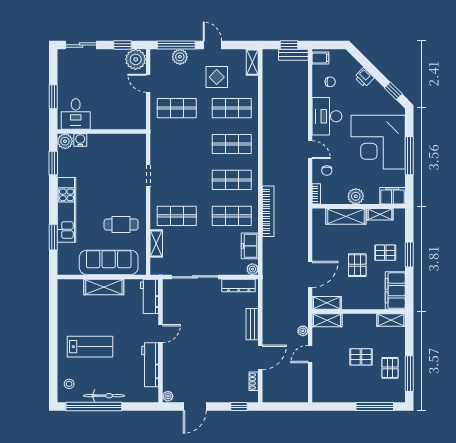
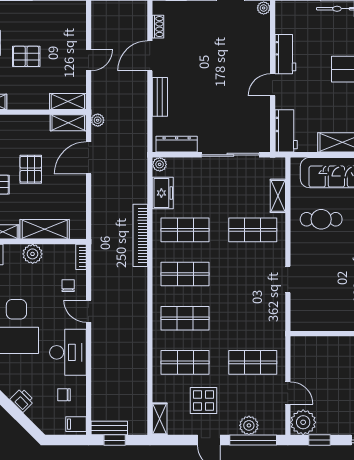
plant: (303, 331) -> (98, 120), moved
workbench: (150, 365) -> (285, 54), width x0.73

